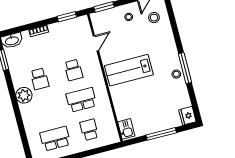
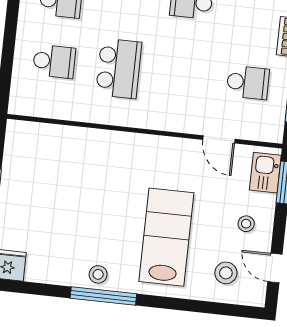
school desk: (73, 70) -> (248, 82), moved, turned 180
lab bench: (129, 70) -> (166, 237), moved
kitchen sink: (126, 129) -> (265, 173), moved, turned 90

